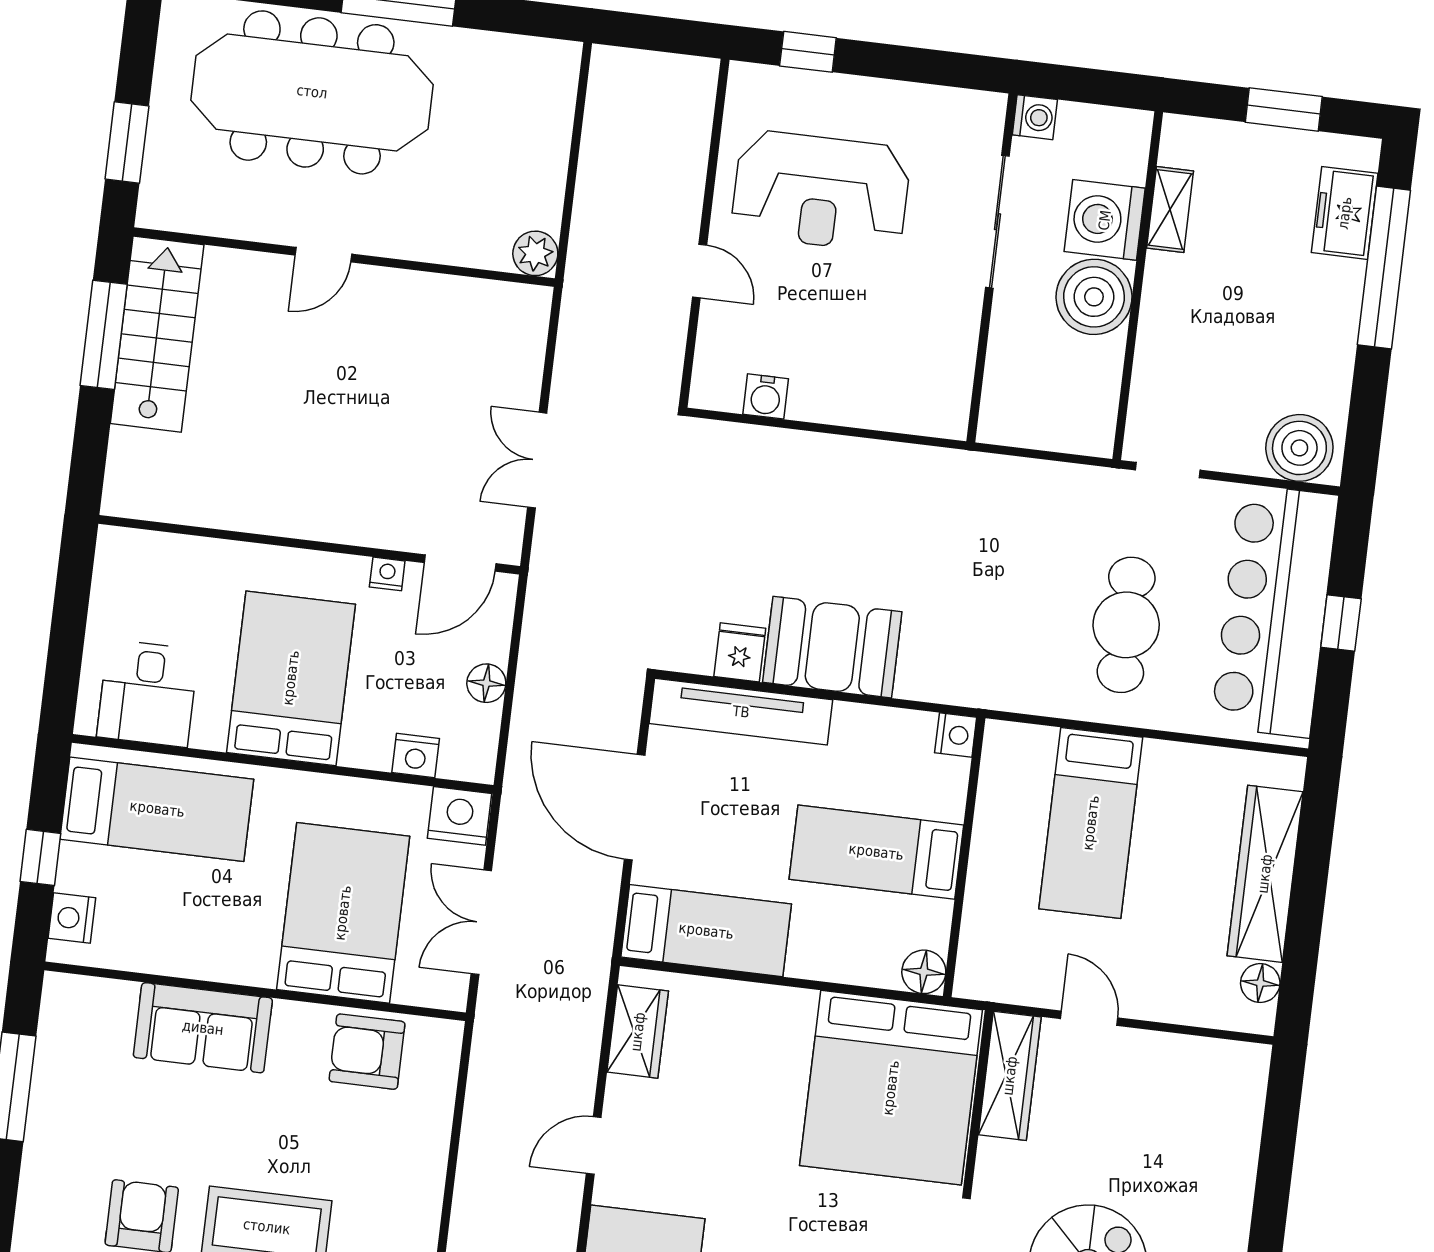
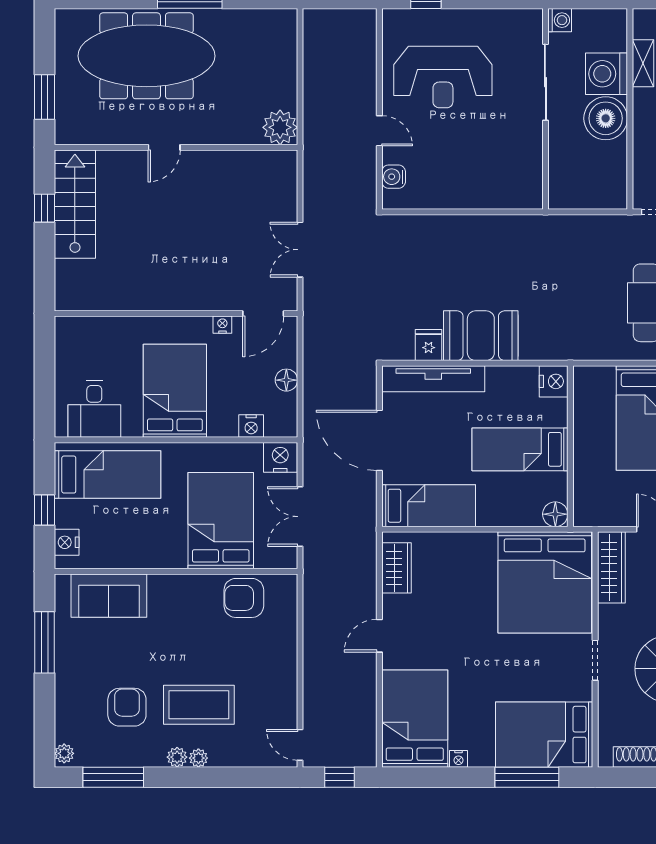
plant: (535, 253) -> (280, 127), width x1.36, depth x1.36
window: (104, 335) -> (45, 208), width x0.46
water cooler: (766, 396) -> (394, 177), moved, turned 90
nightstand: (956, 735) -> (554, 381), width x1.36, depth x1.33
sofa: (203, 1028) -> (109, 596), moved

